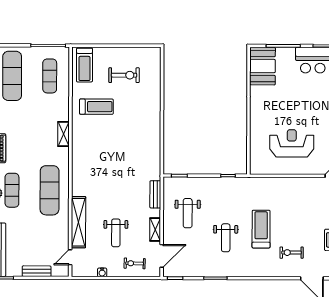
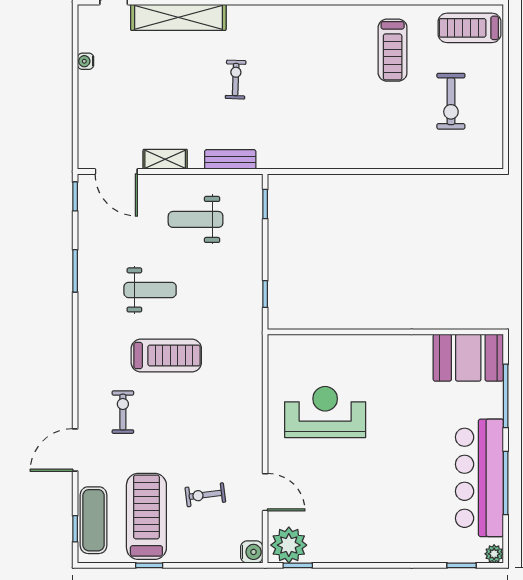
reception desk: (292, 143) -> (325, 412), turned -90
weight bench: (116, 233) -> (159, 87), removed
weight bench: (226, 238) -> (150, 290), turned 180
exercise bike: (135, 263) -> (236, 80), moved

